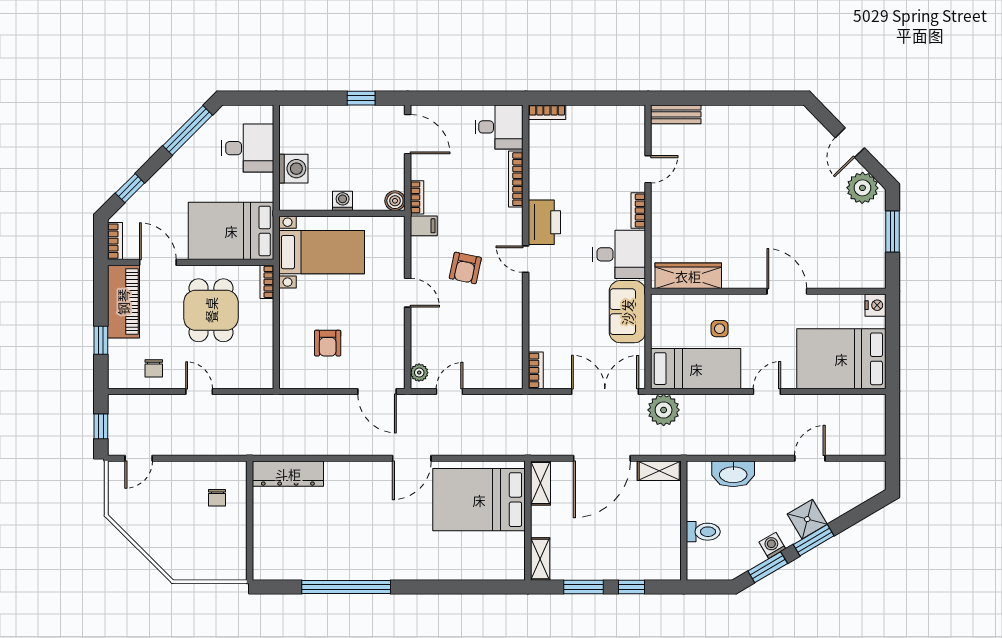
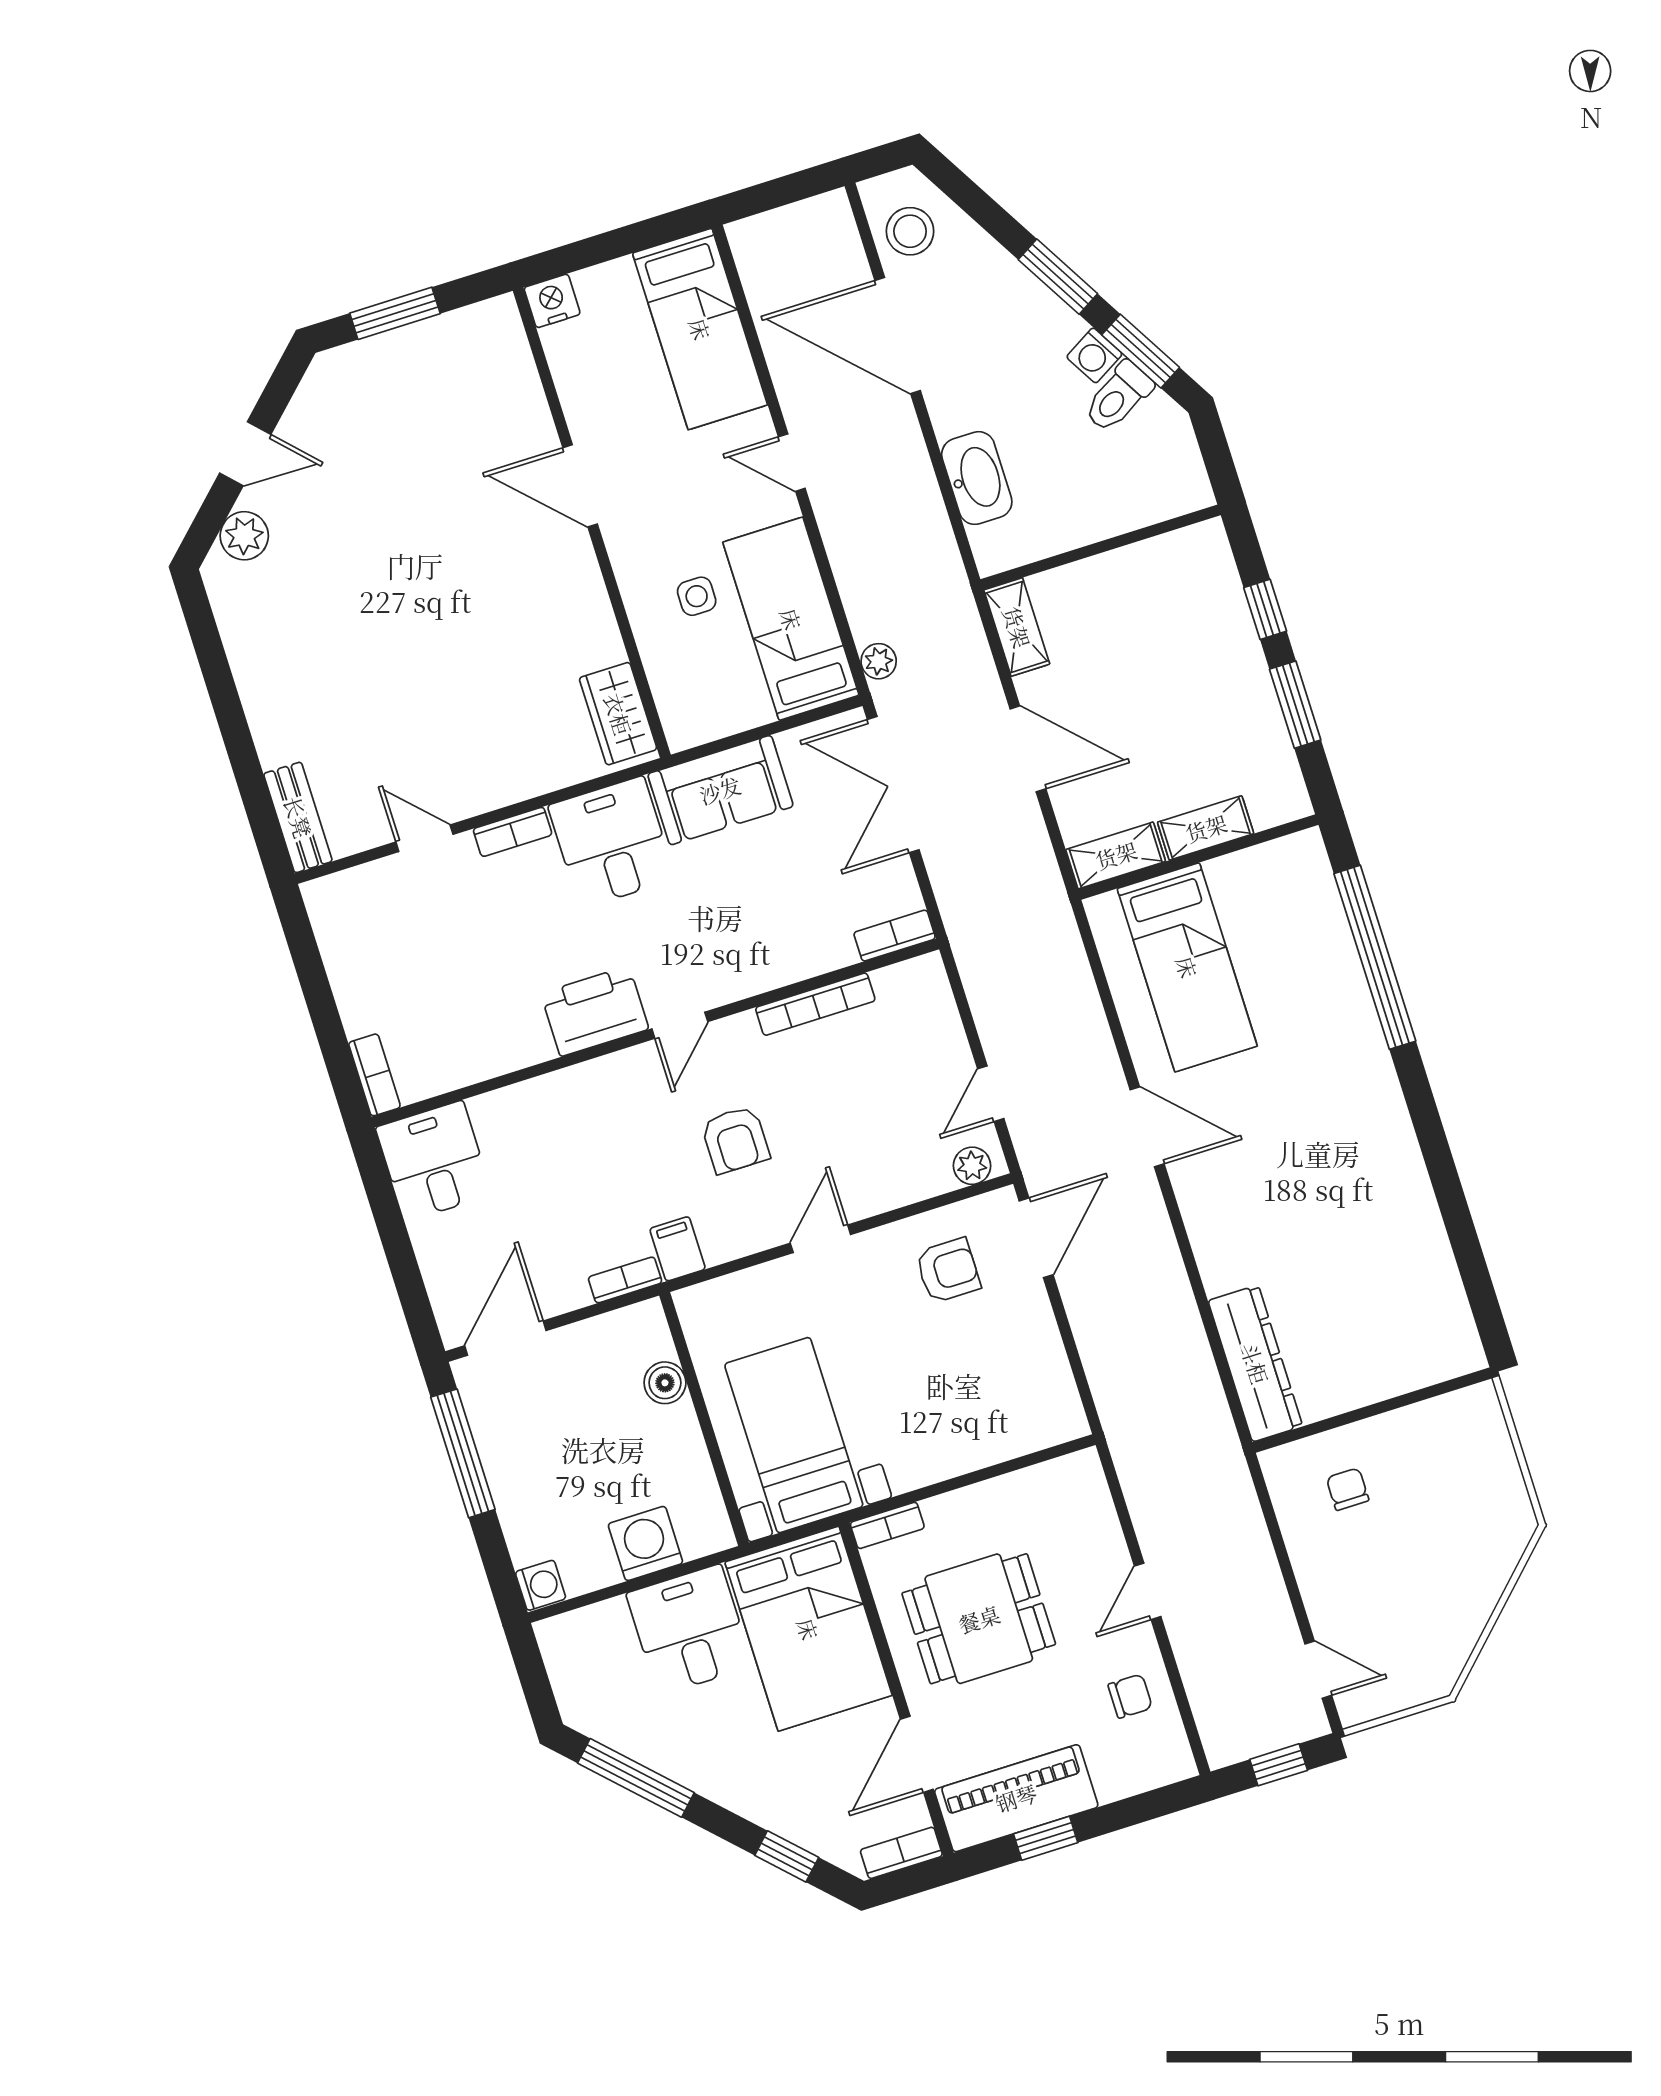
window: (361, 98) -> (463, 1453), width x2.17
desk: (248, 148) -> (689, 1630), moved
bookcase: (516, 179) -> (815, 1004), moved
plant: (862, 188) -> (244, 536), moved, width x0.73, depth x0.73
washing machine: (343, 201) -> (541, 1585), moved, turned 180
boiler: (395, 201) -> (665, 1383), moved
armchair: (465, 268) -> (735, 1140), turned 78
wardrobe: (688, 276) -> (618, 714), width x0.67
door: (787, 291) -> (580, 486), hinge flipped
window: (101, 340) -> (1046, 1838), moved
armchair: (328, 343) -> (948, 1270), moved
bed: (841, 359) -> (700, 329), width x0.67
door: (449, 391) -> (991, 1094), hinge flipped
plant: (664, 410) -> (879, 661), width x0.53, depth x0.53
door: (602, 458) -> (1028, 749), width x0.73
door: (810, 458) -> (898, 336), width x1.87
stool: (856, 479) -> (910, 231), added
chair: (217, 498) -> (1348, 1489), turned -90
bed: (479, 500) -> (1187, 967), width x0.67
shower: (807, 519) -> (1020, 302), removed
toilet: (703, 532) -> (1118, 397), moved, turned -121
shelving: (540, 559) -> (1206, 828), moved
window: (346, 587) -> (1375, 957), moved

